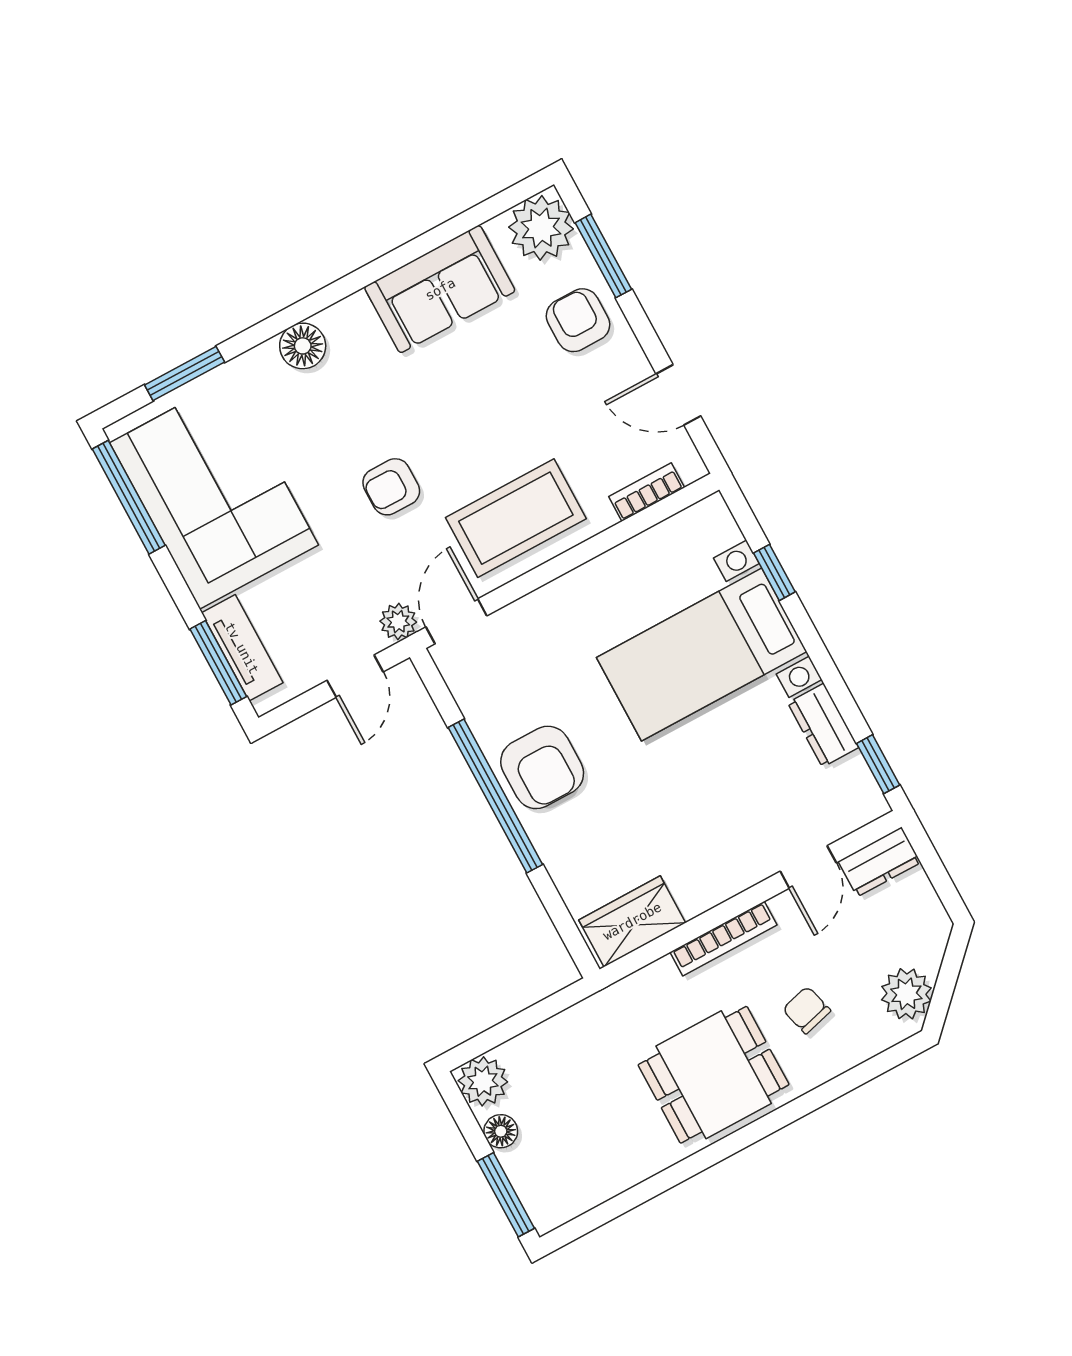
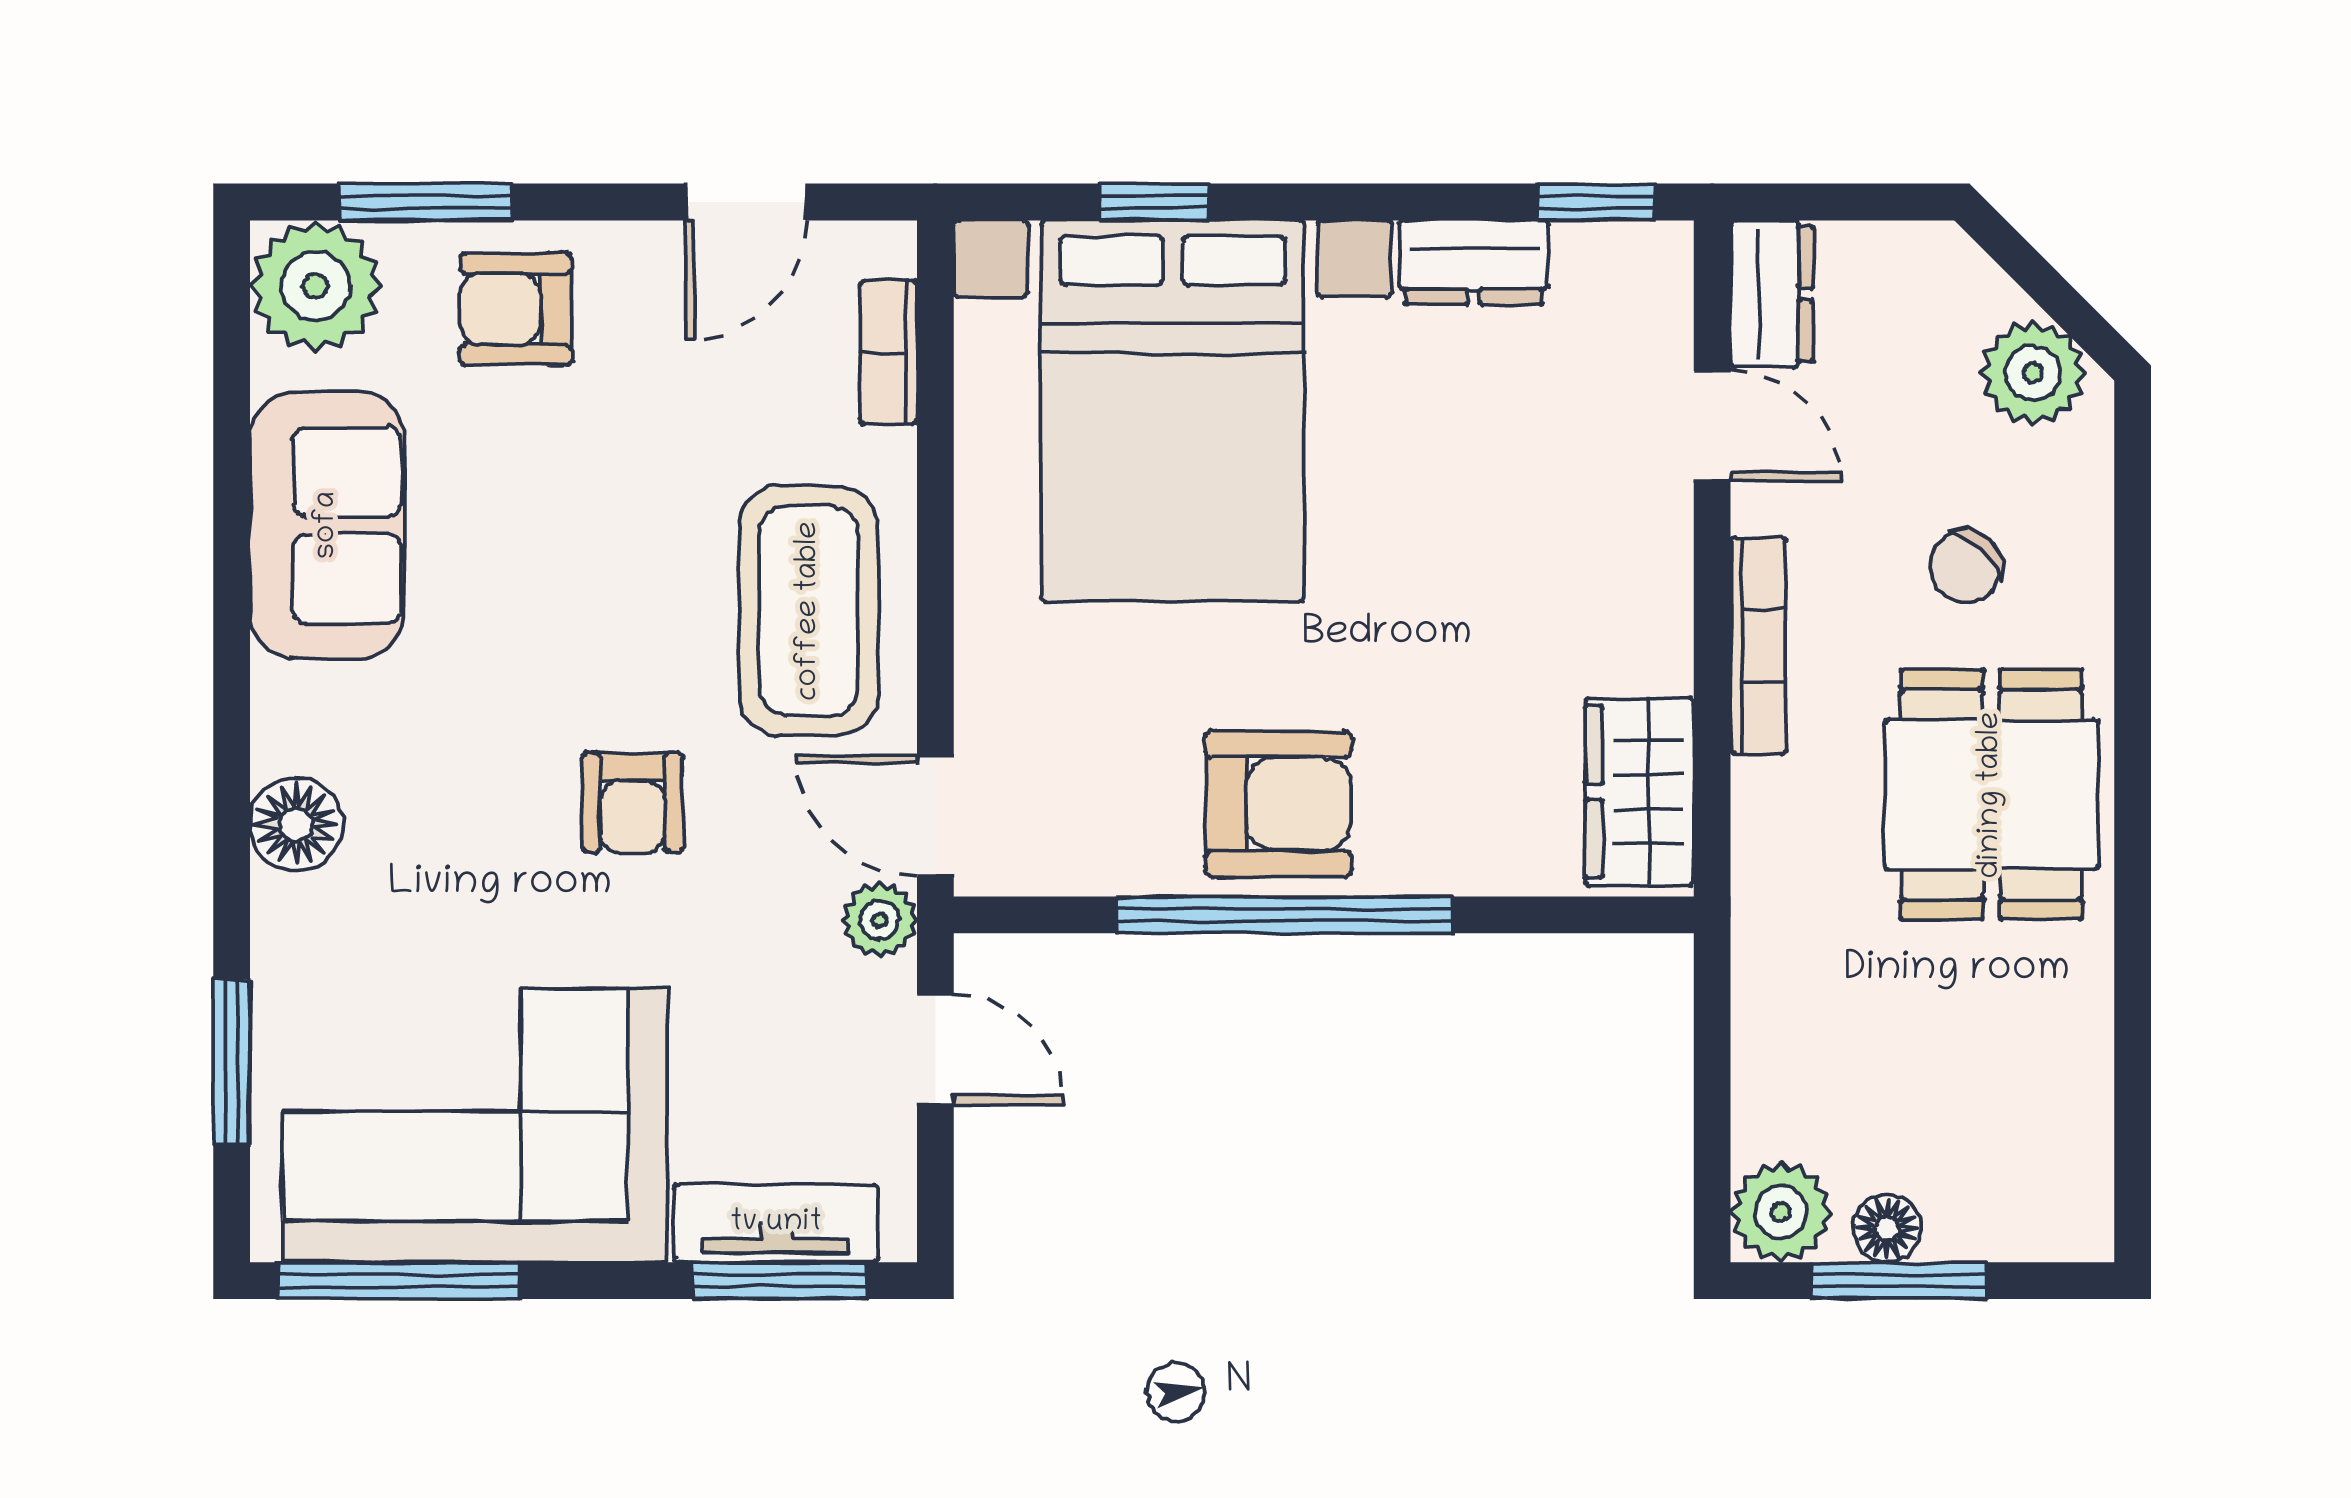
bed with nightstands: (702, 655) -> (1173, 411), width x1.36
chair: (807, 1010) -> (1966, 566), turned -33
window: (506, 1195) -> (1899, 1281), moved

